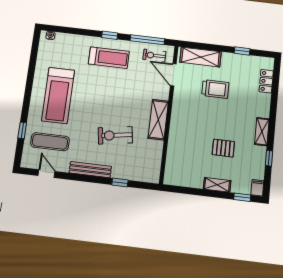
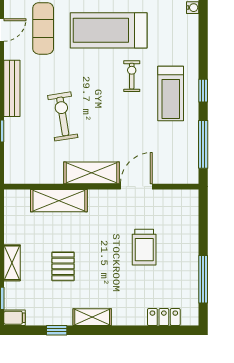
window: (242, 51) -> (203, 279), width x2.17
exercise bike: (154, 56) -> (132, 76), moved
shelving: (200, 57) -> (59, 201), moved, turned 90
door: (173, 75) -> (136, 187), moved

